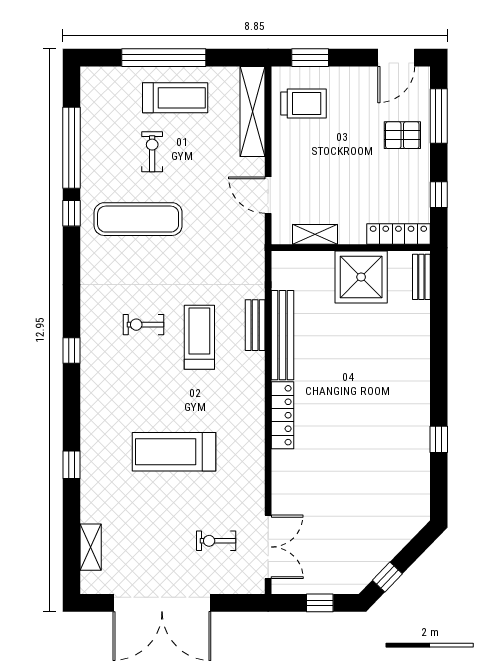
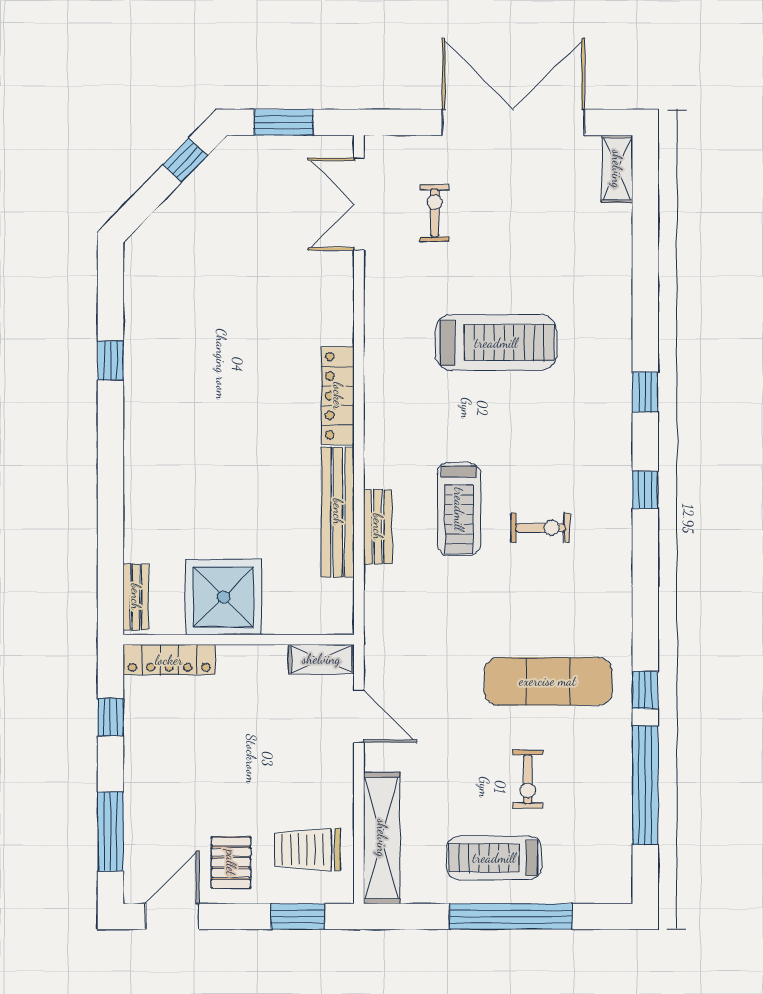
pallet: (402, 135) -> (231, 863), moved, turned 90
shelving: (315, 234) -> (321, 659), moved
window: (72, 465) -> (645, 392), moved
exercise bike: (216, 541) -> (435, 213), turned -90
shelving: (91, 547) -> (617, 169), moved
window: (320, 603) -> (284, 122), width x1.50

